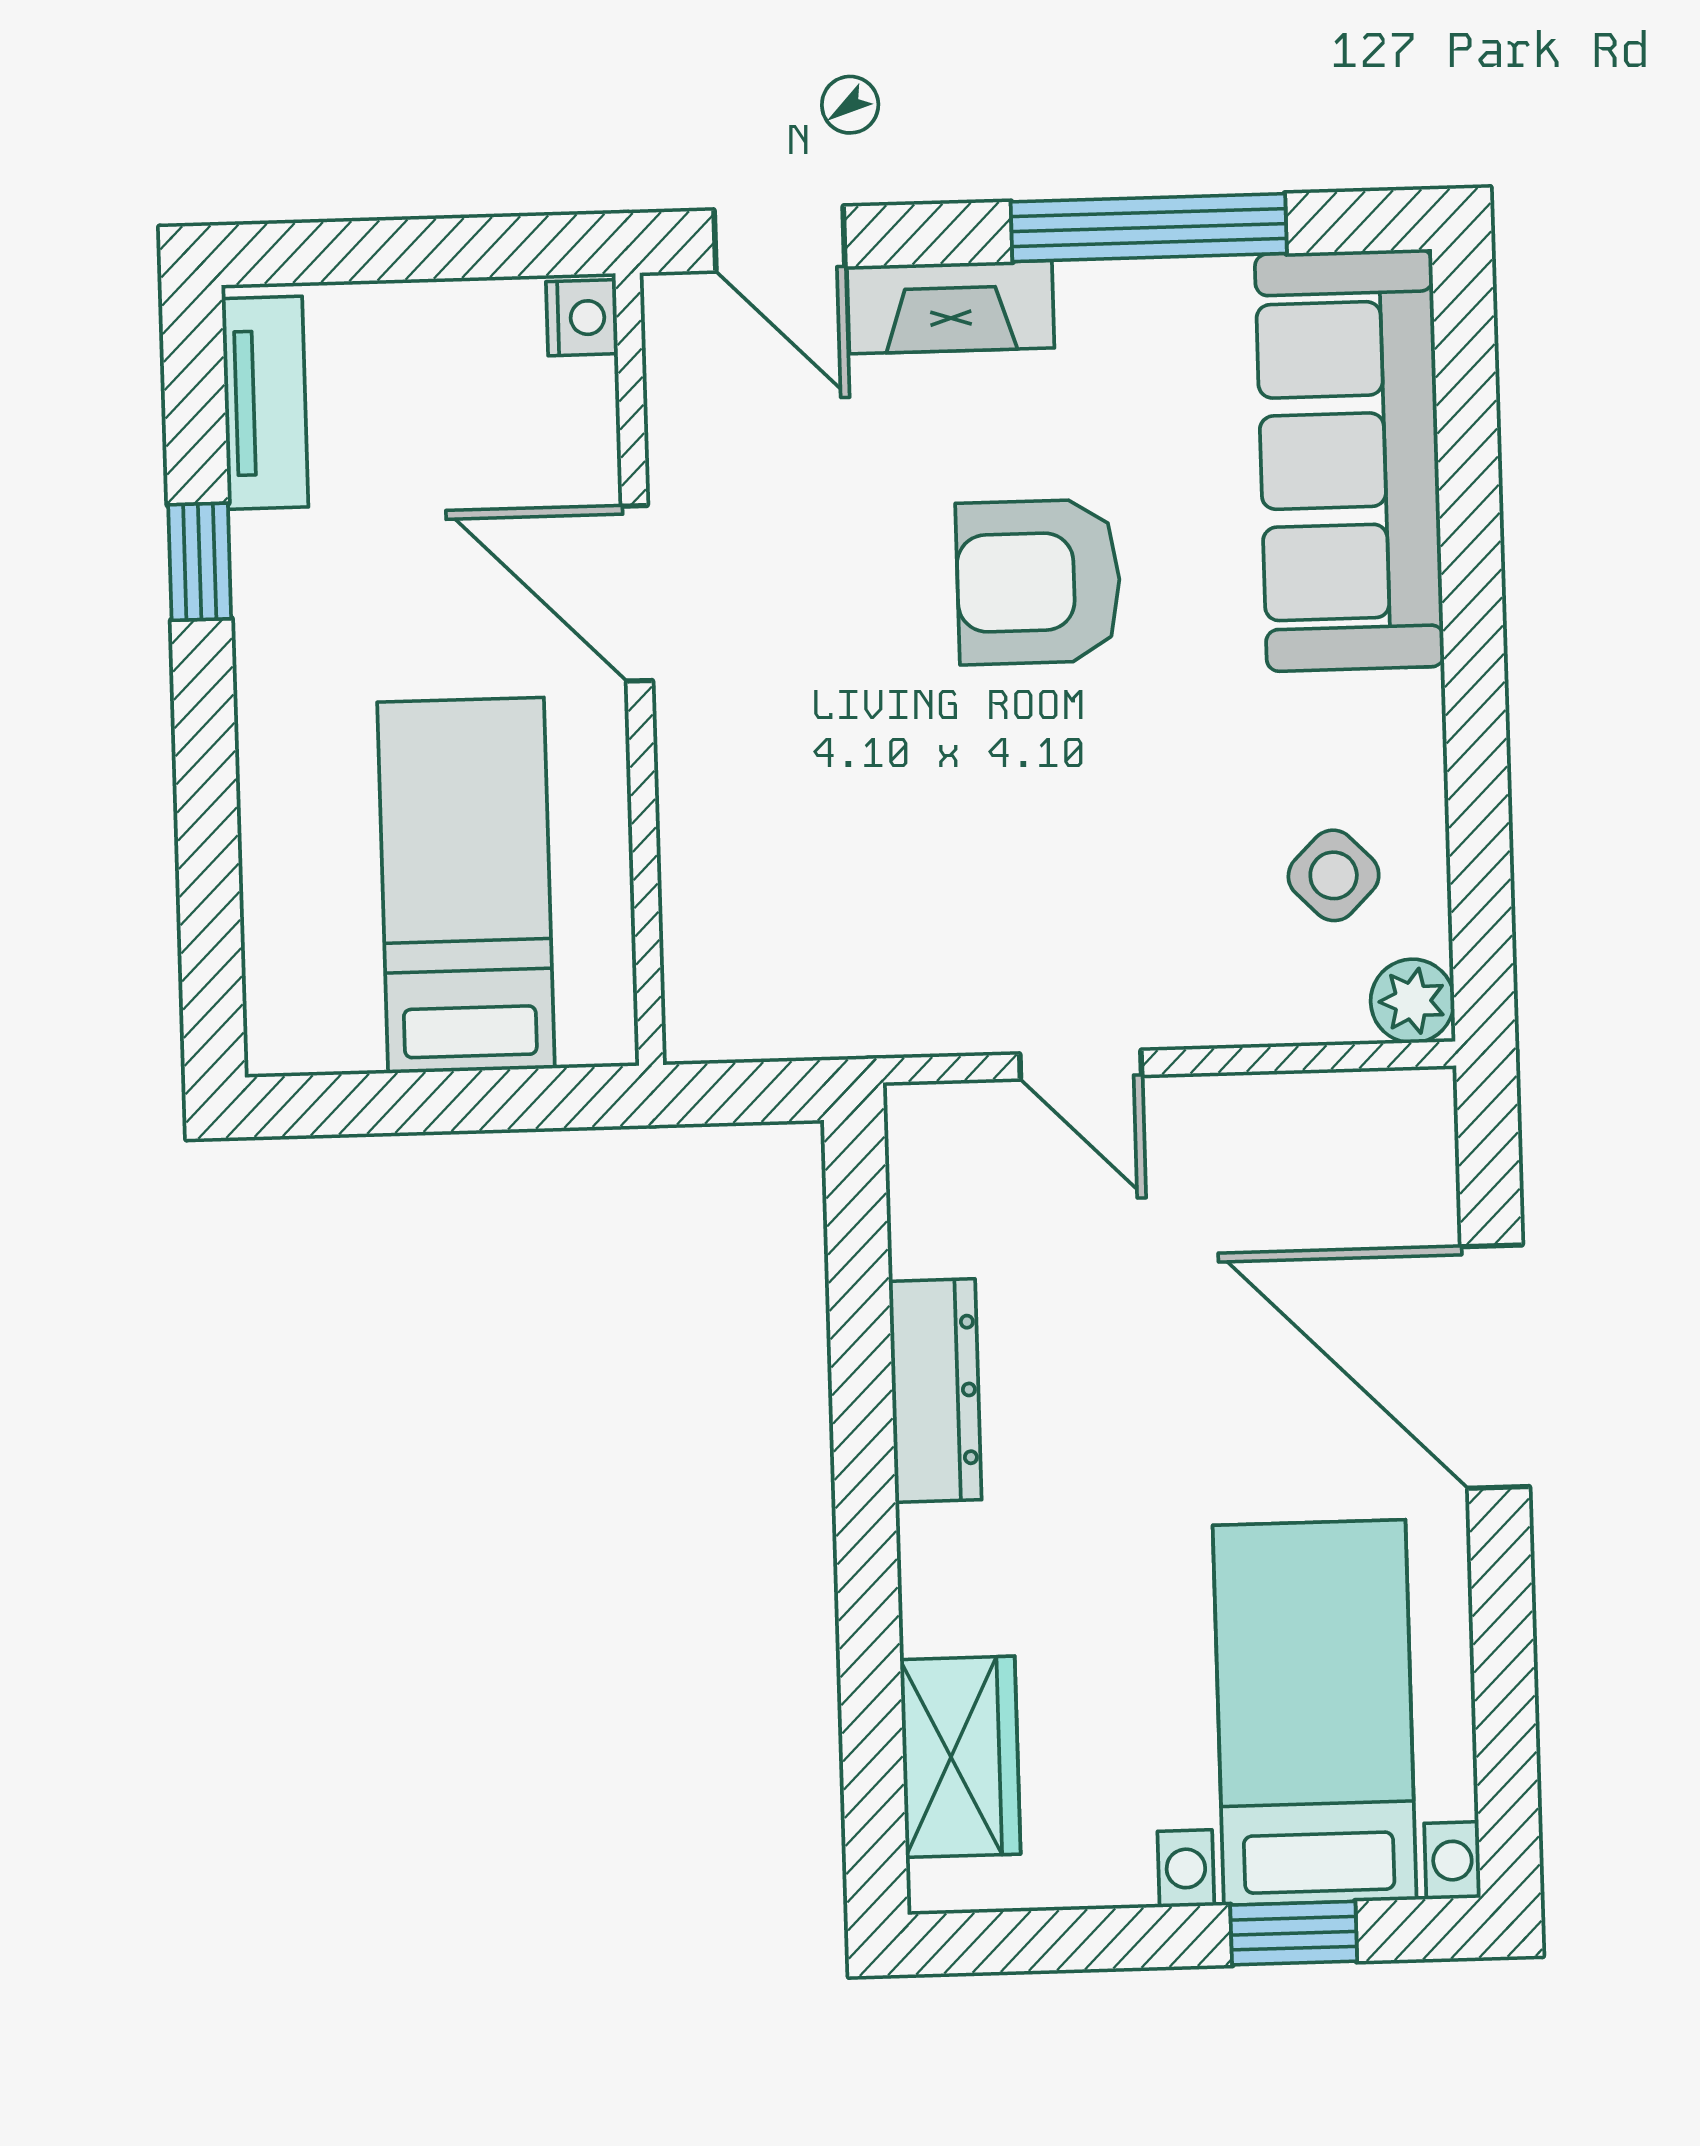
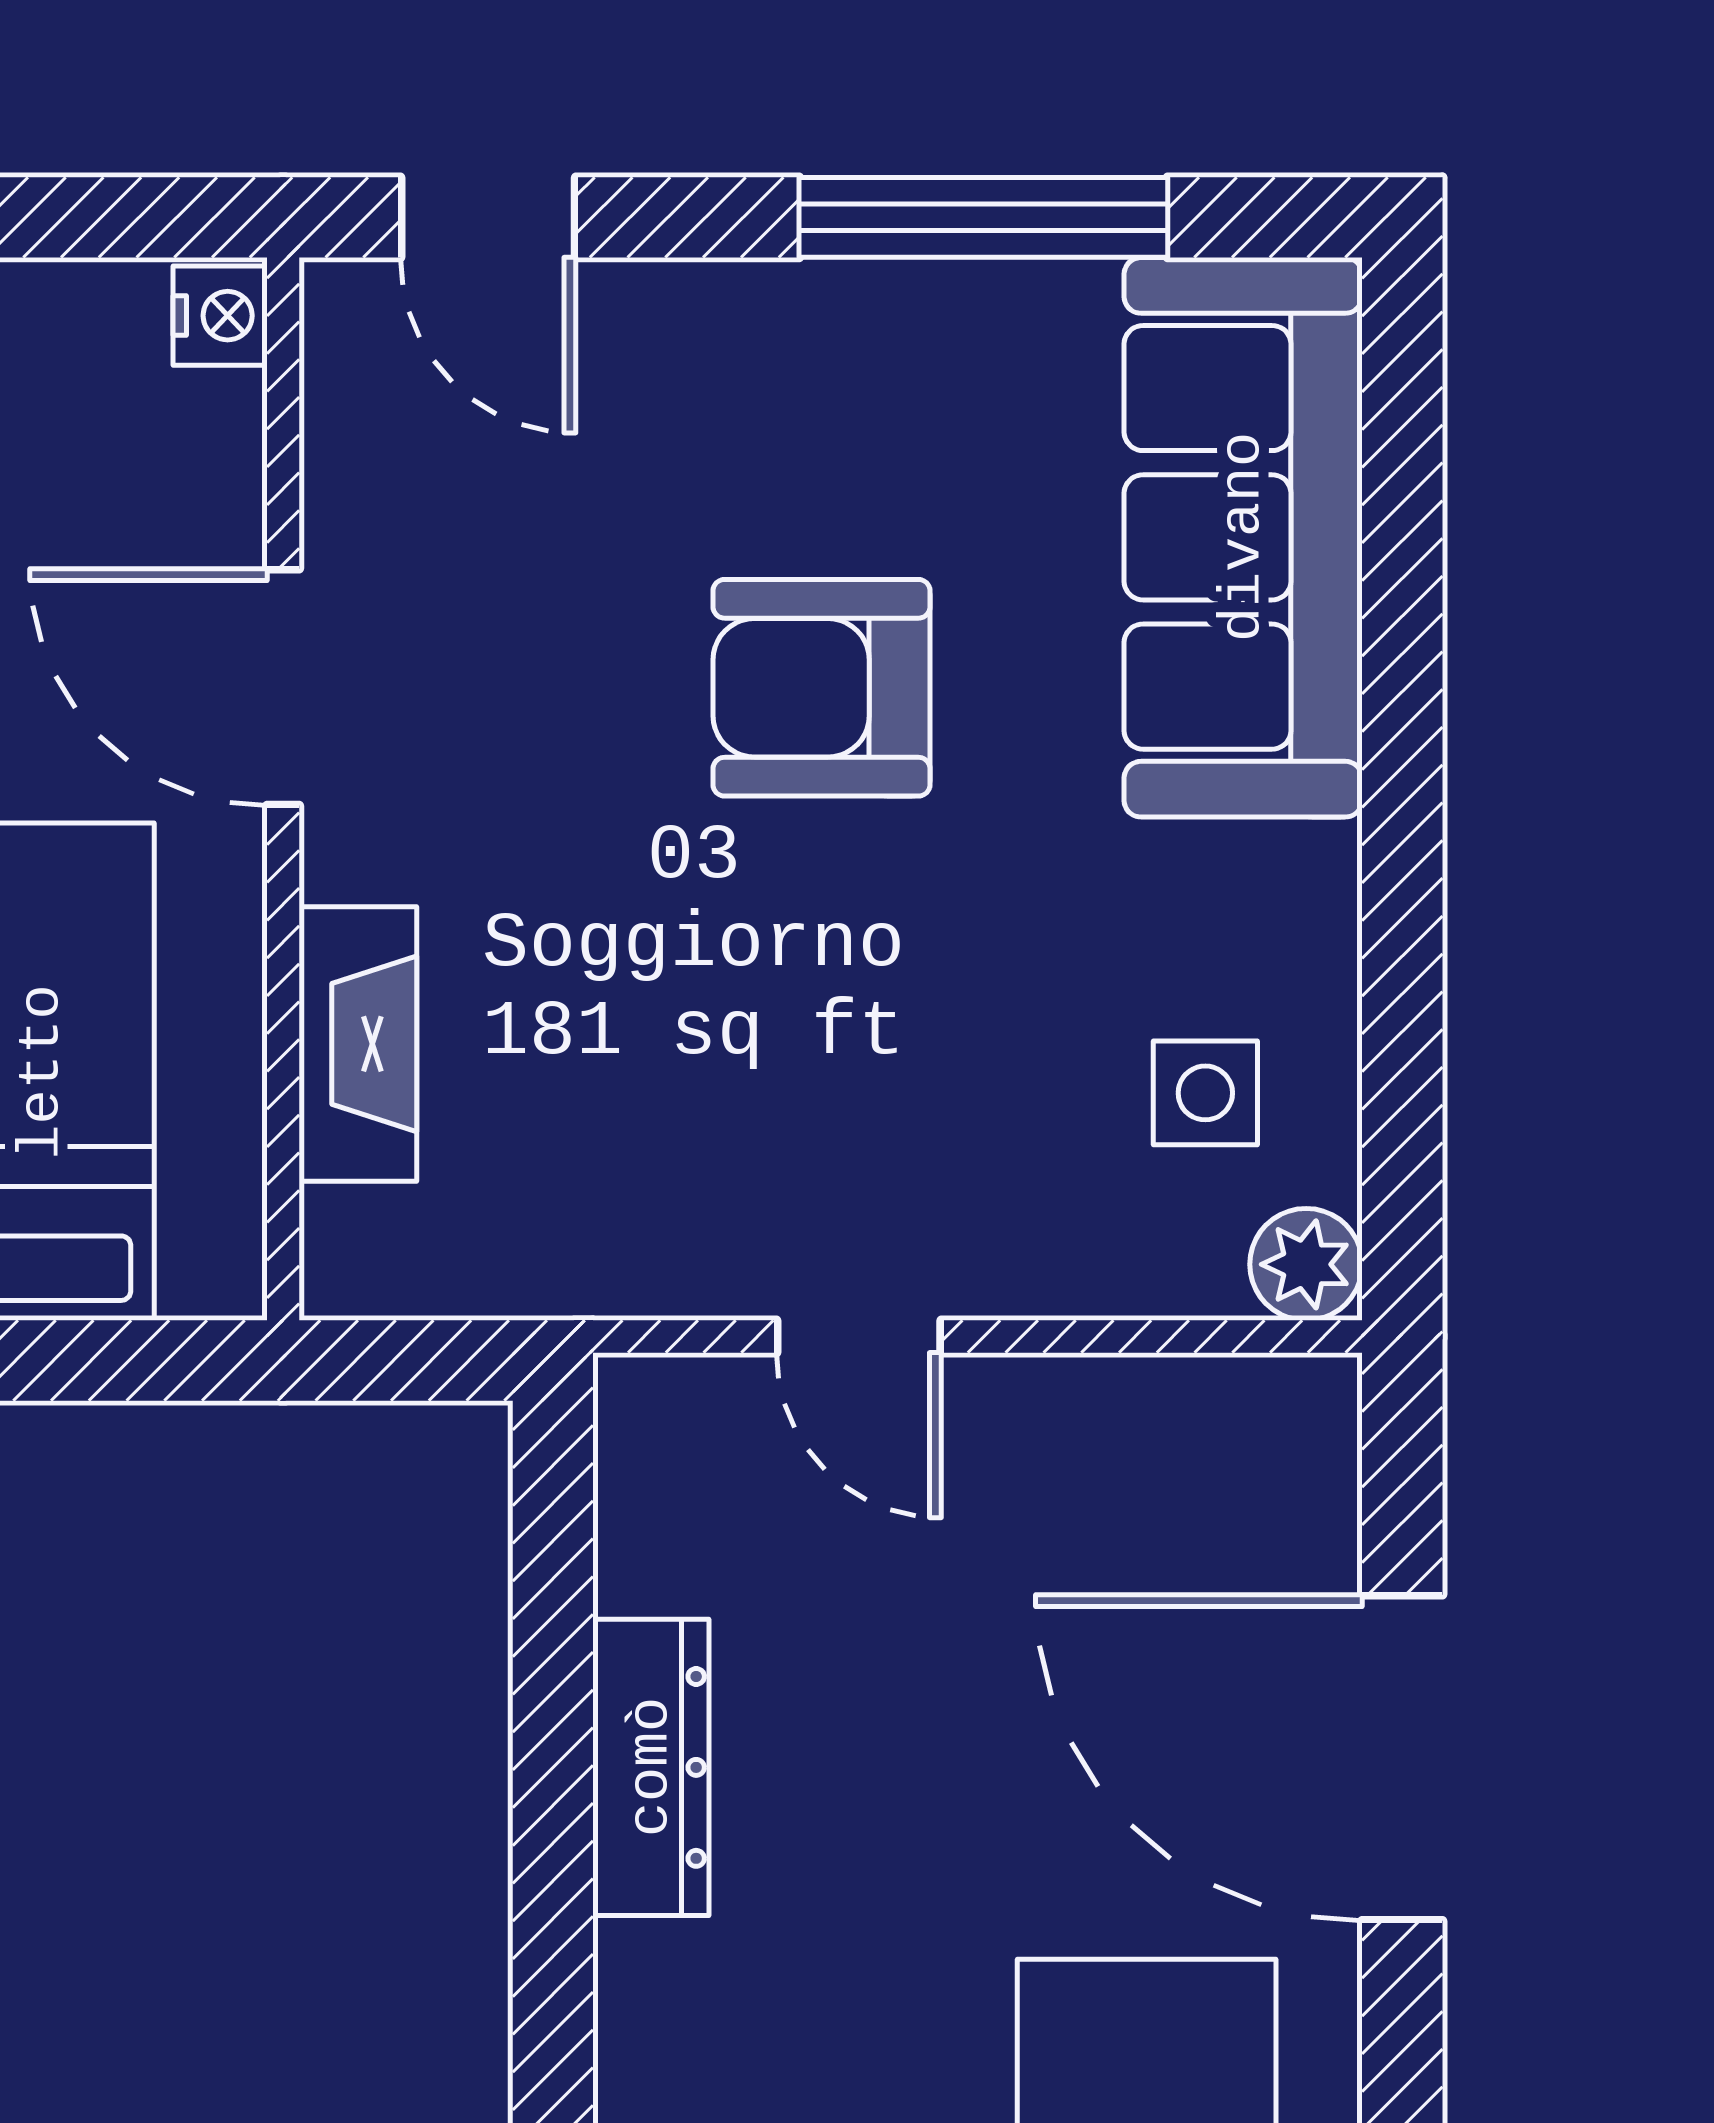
fireplace: (951, 307) -> (358, 1044), moved, turned -90
side table: (1334, 875) -> (1205, 1093), turned 45

